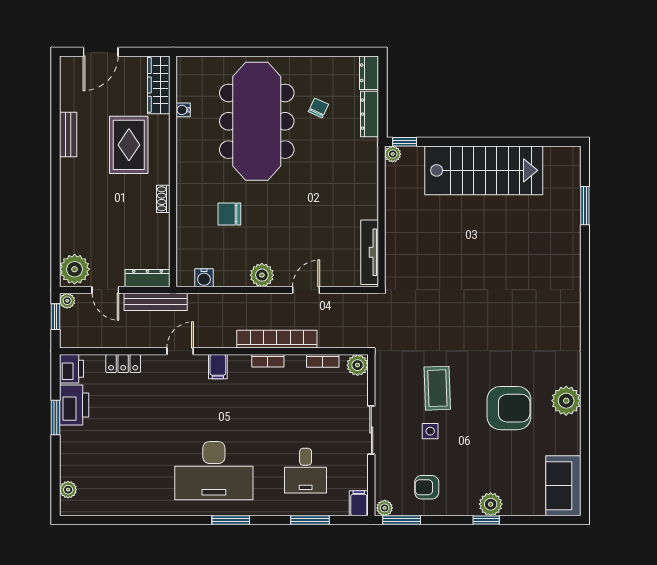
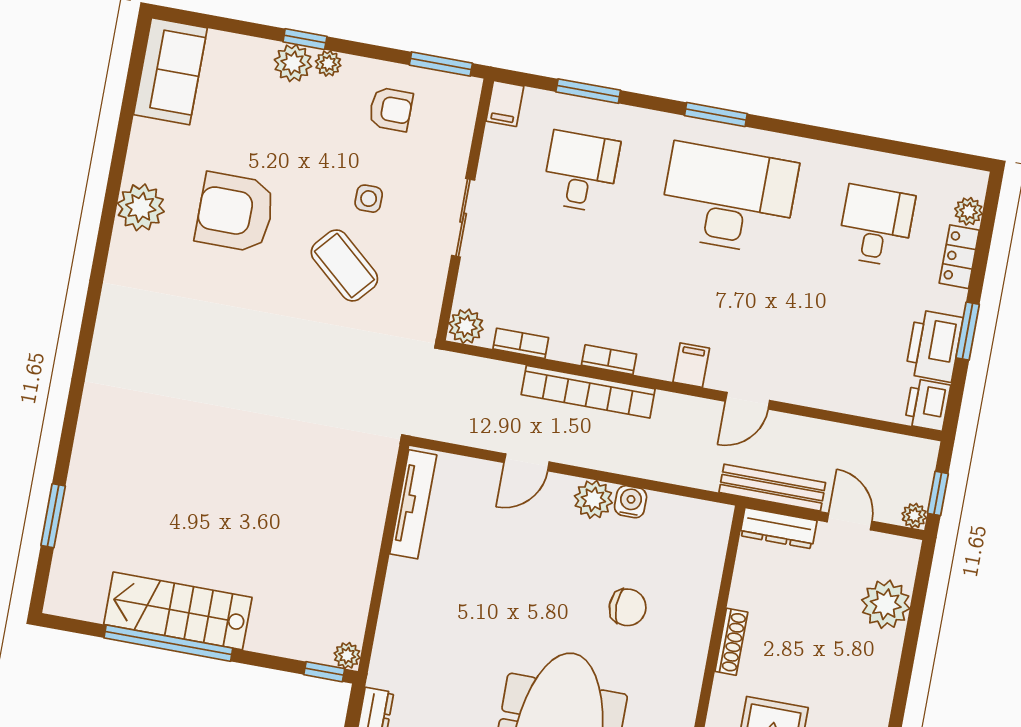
window: (502, 142) -> (168, 643), added
stairs: (484, 170) -> (178, 611), width x0.73, depth x0.66
shoe rack: (163, 199) -> (731, 642), width x1.43
plant: (75, 269) -> (886, 604), moved
water cooler: (204, 278) -> (631, 502), moved
locker: (123, 364) -> (959, 257), moved, turned -90
coffee table: (437, 388) -> (344, 265), turned -47
desk: (122, 471) -> (876, 226), added
plant: (385, 508) -> (328, 63), moved

